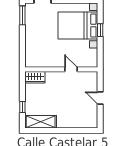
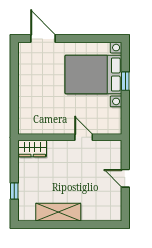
window: (22, 15) -> (14, 60), removed
shelving: (41, 122) -> (58, 212), moved

